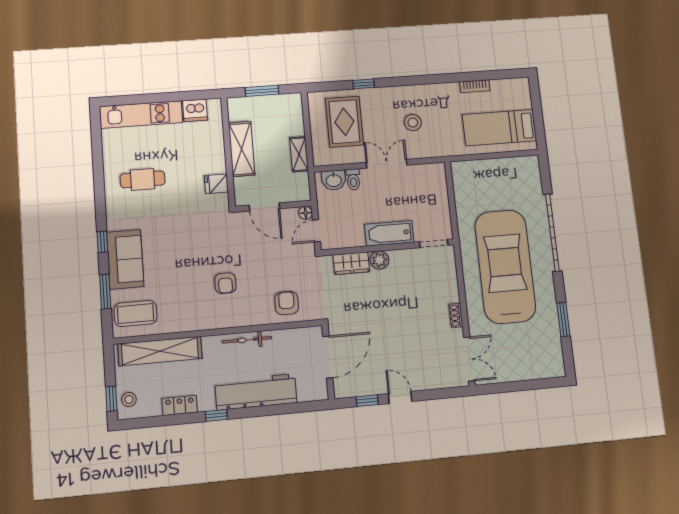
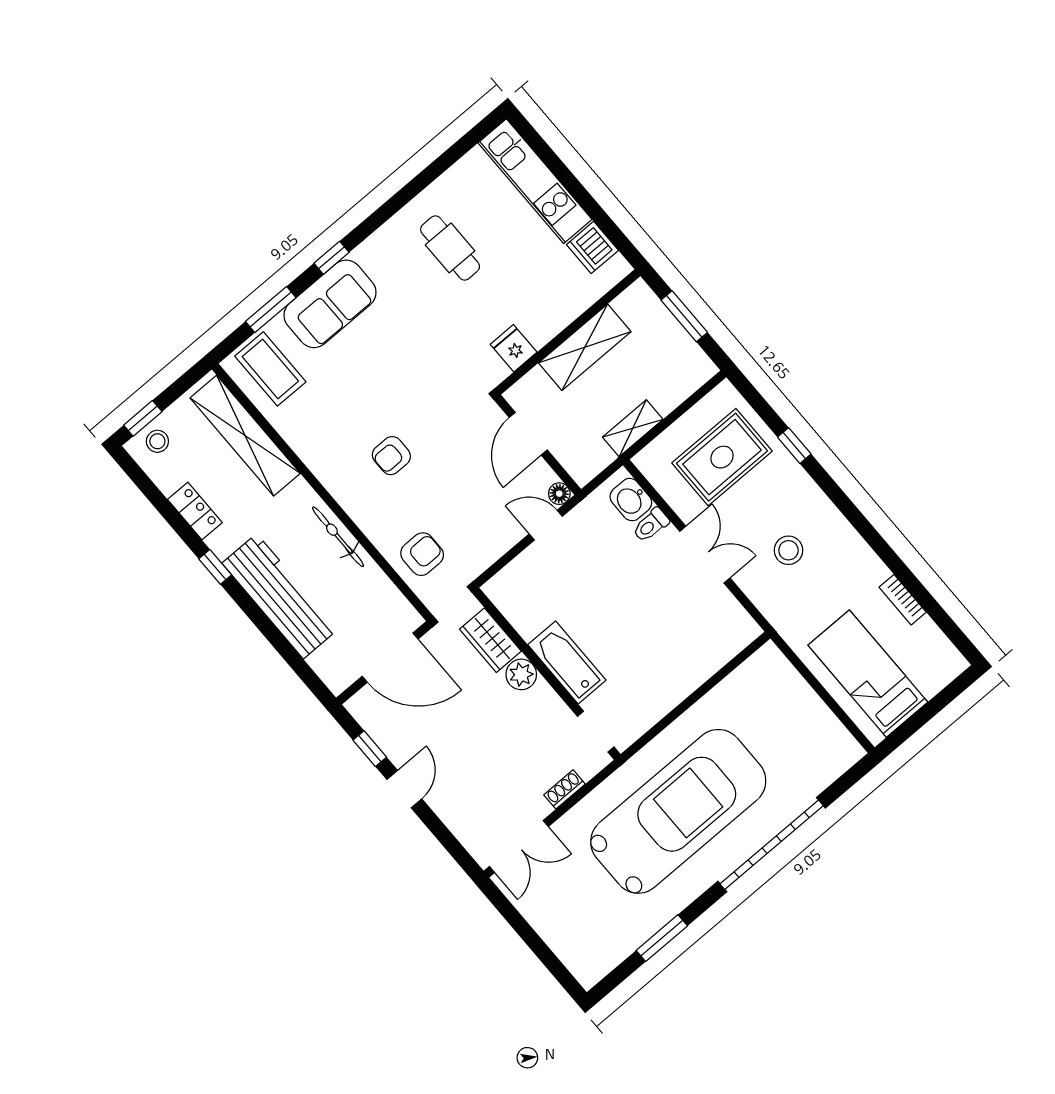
bathtub: (389, 233) -> (567, 662), moved
doorway: (434, 243) -> (596, 732), moved
wall: (388, 247) -> (546, 674), moved
plant: (379, 260) -> (521, 674), moved
wardrobe: (351, 263) -> (490, 640), moved

